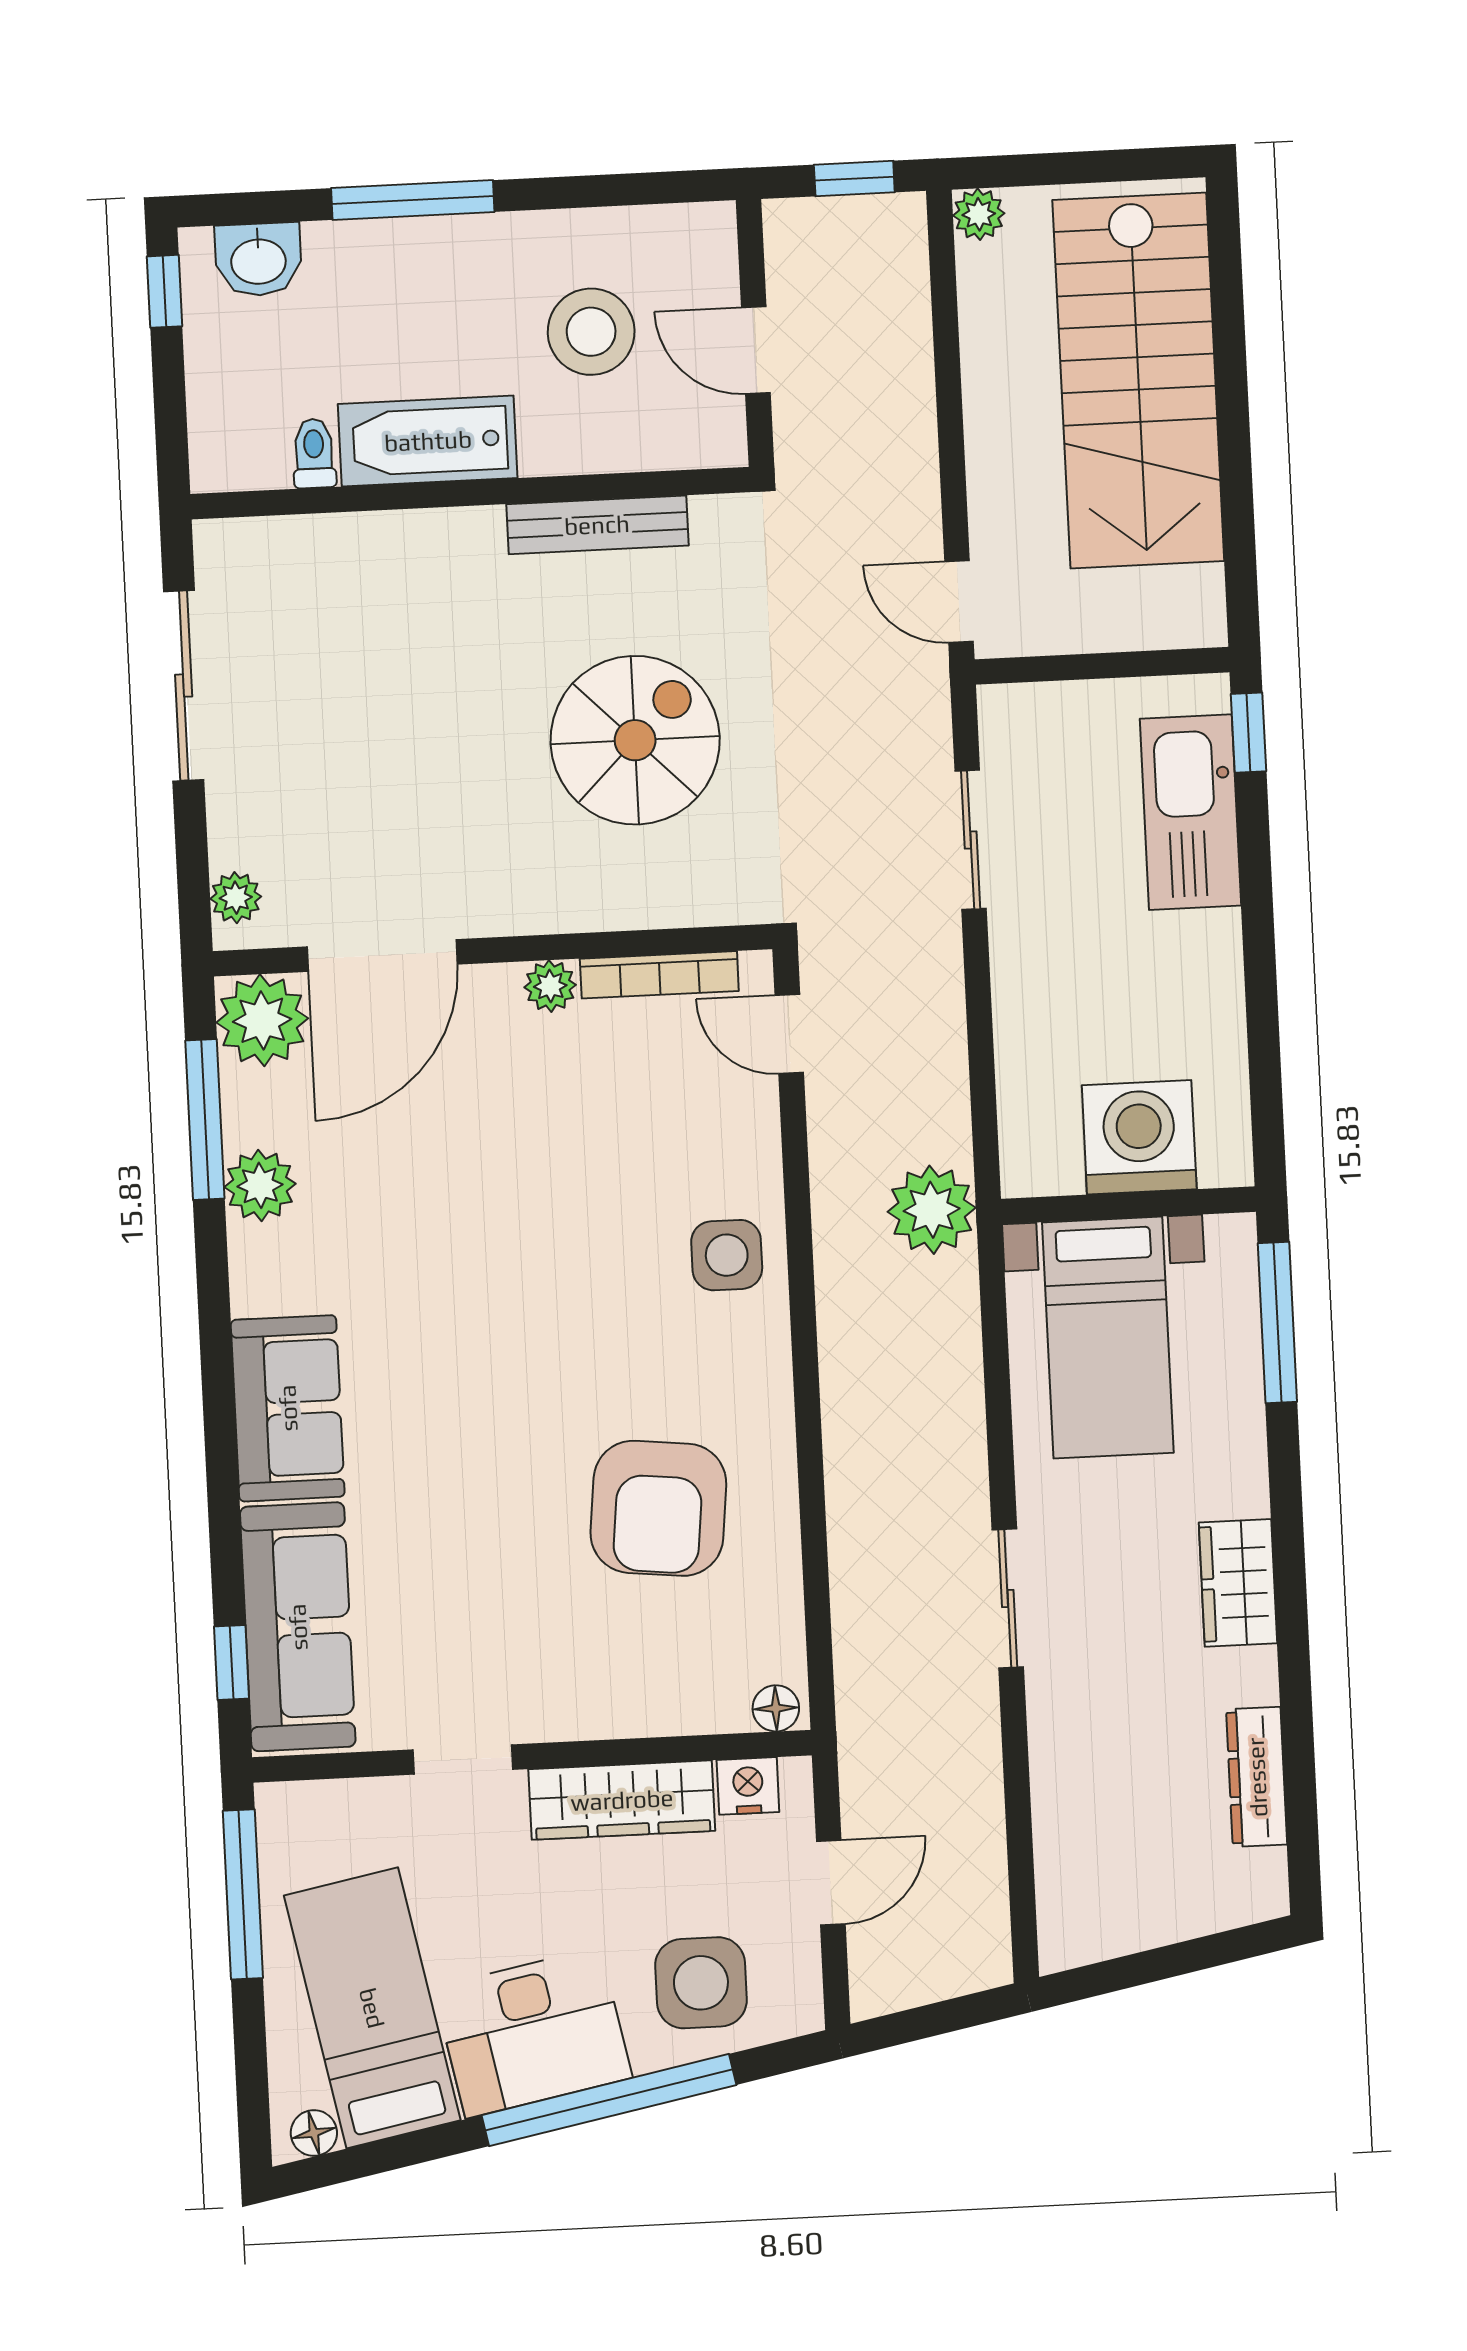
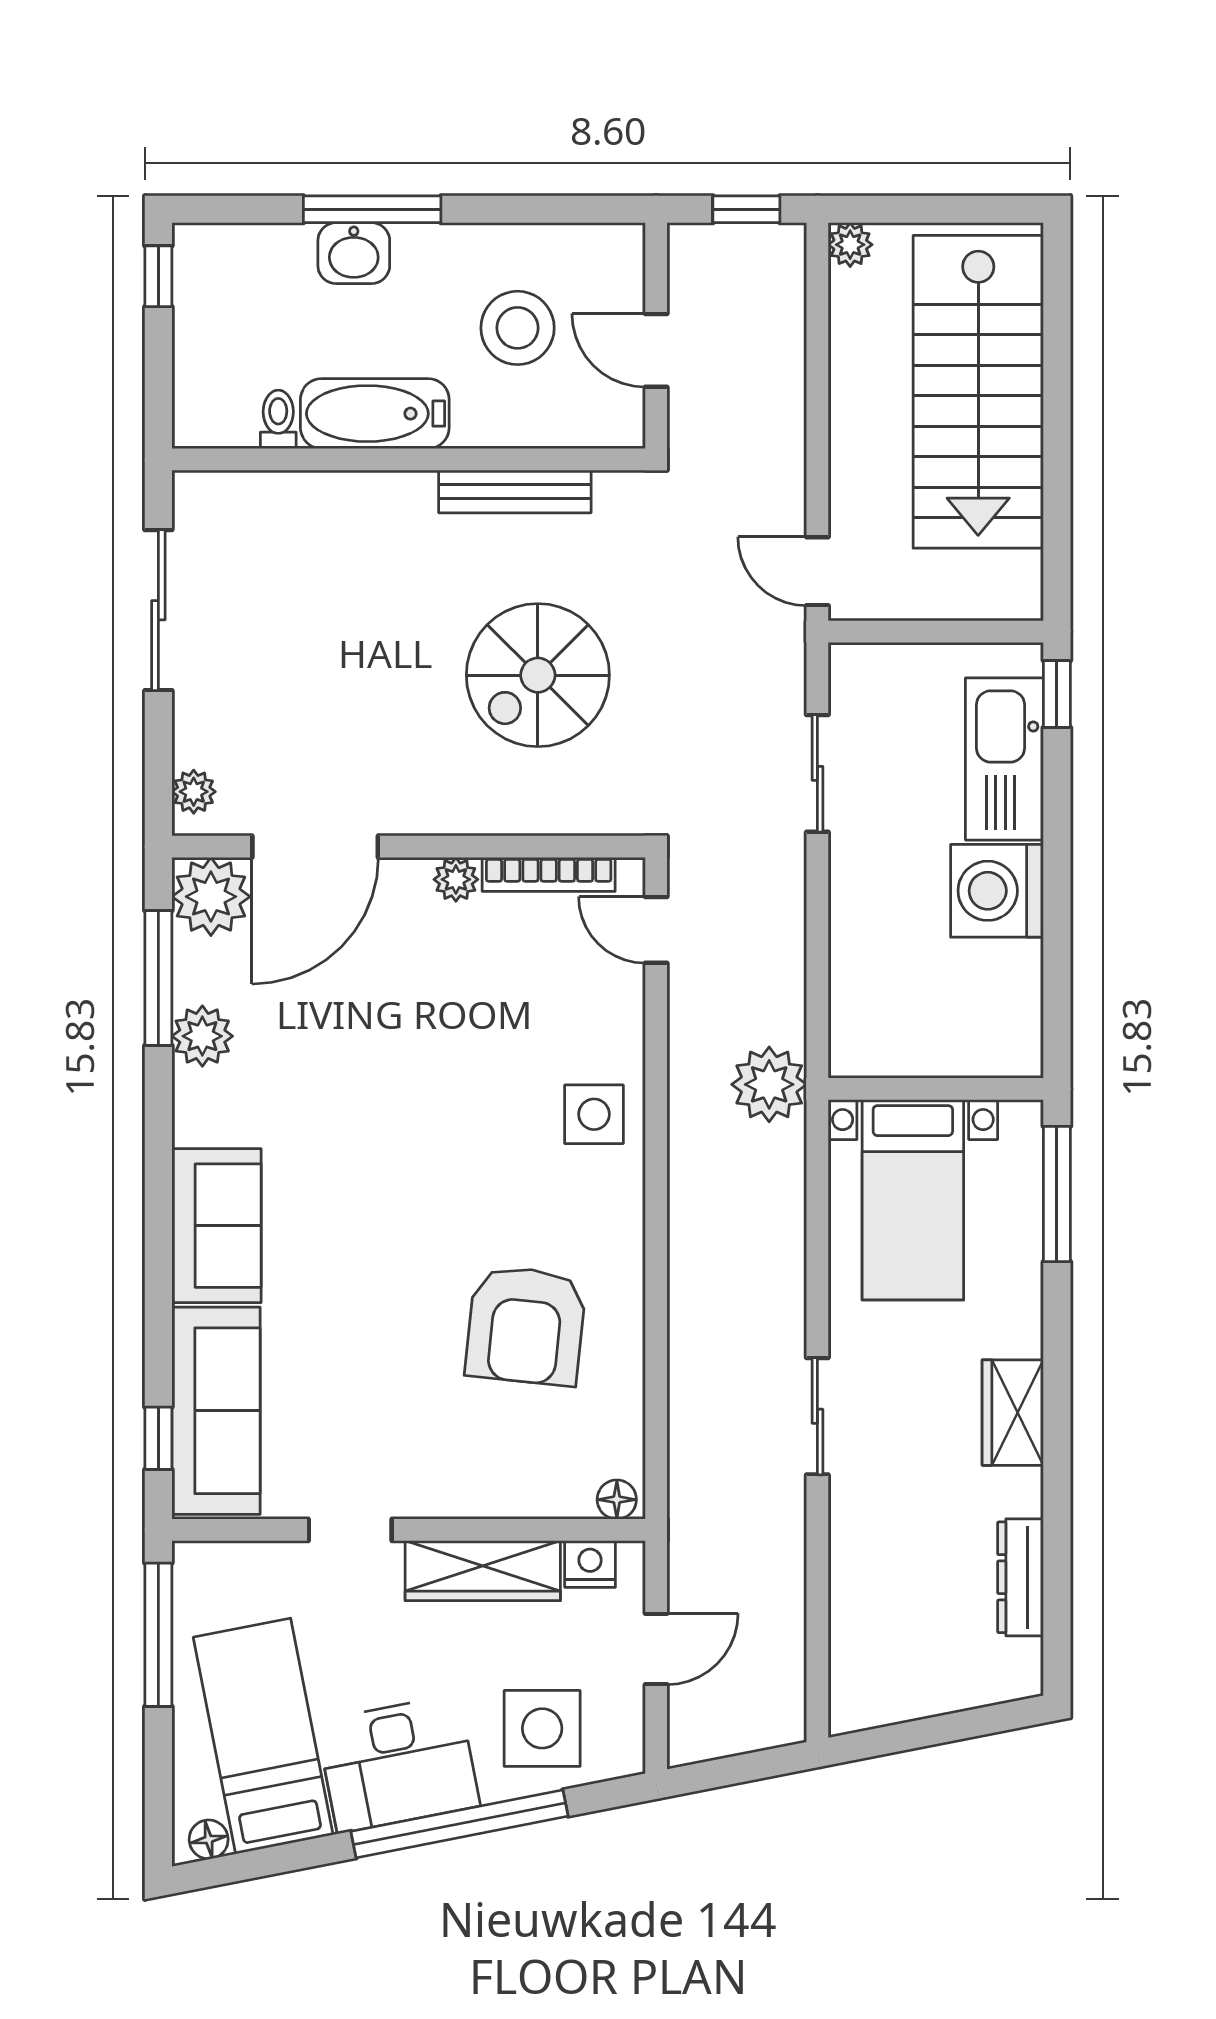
washbasin: (258, 259) -> (354, 253), moved
spiral stairs: (635, 740) -> (538, 675), turned 180
washing machine: (1139, 1137) -> (997, 891), moved, turned -90

